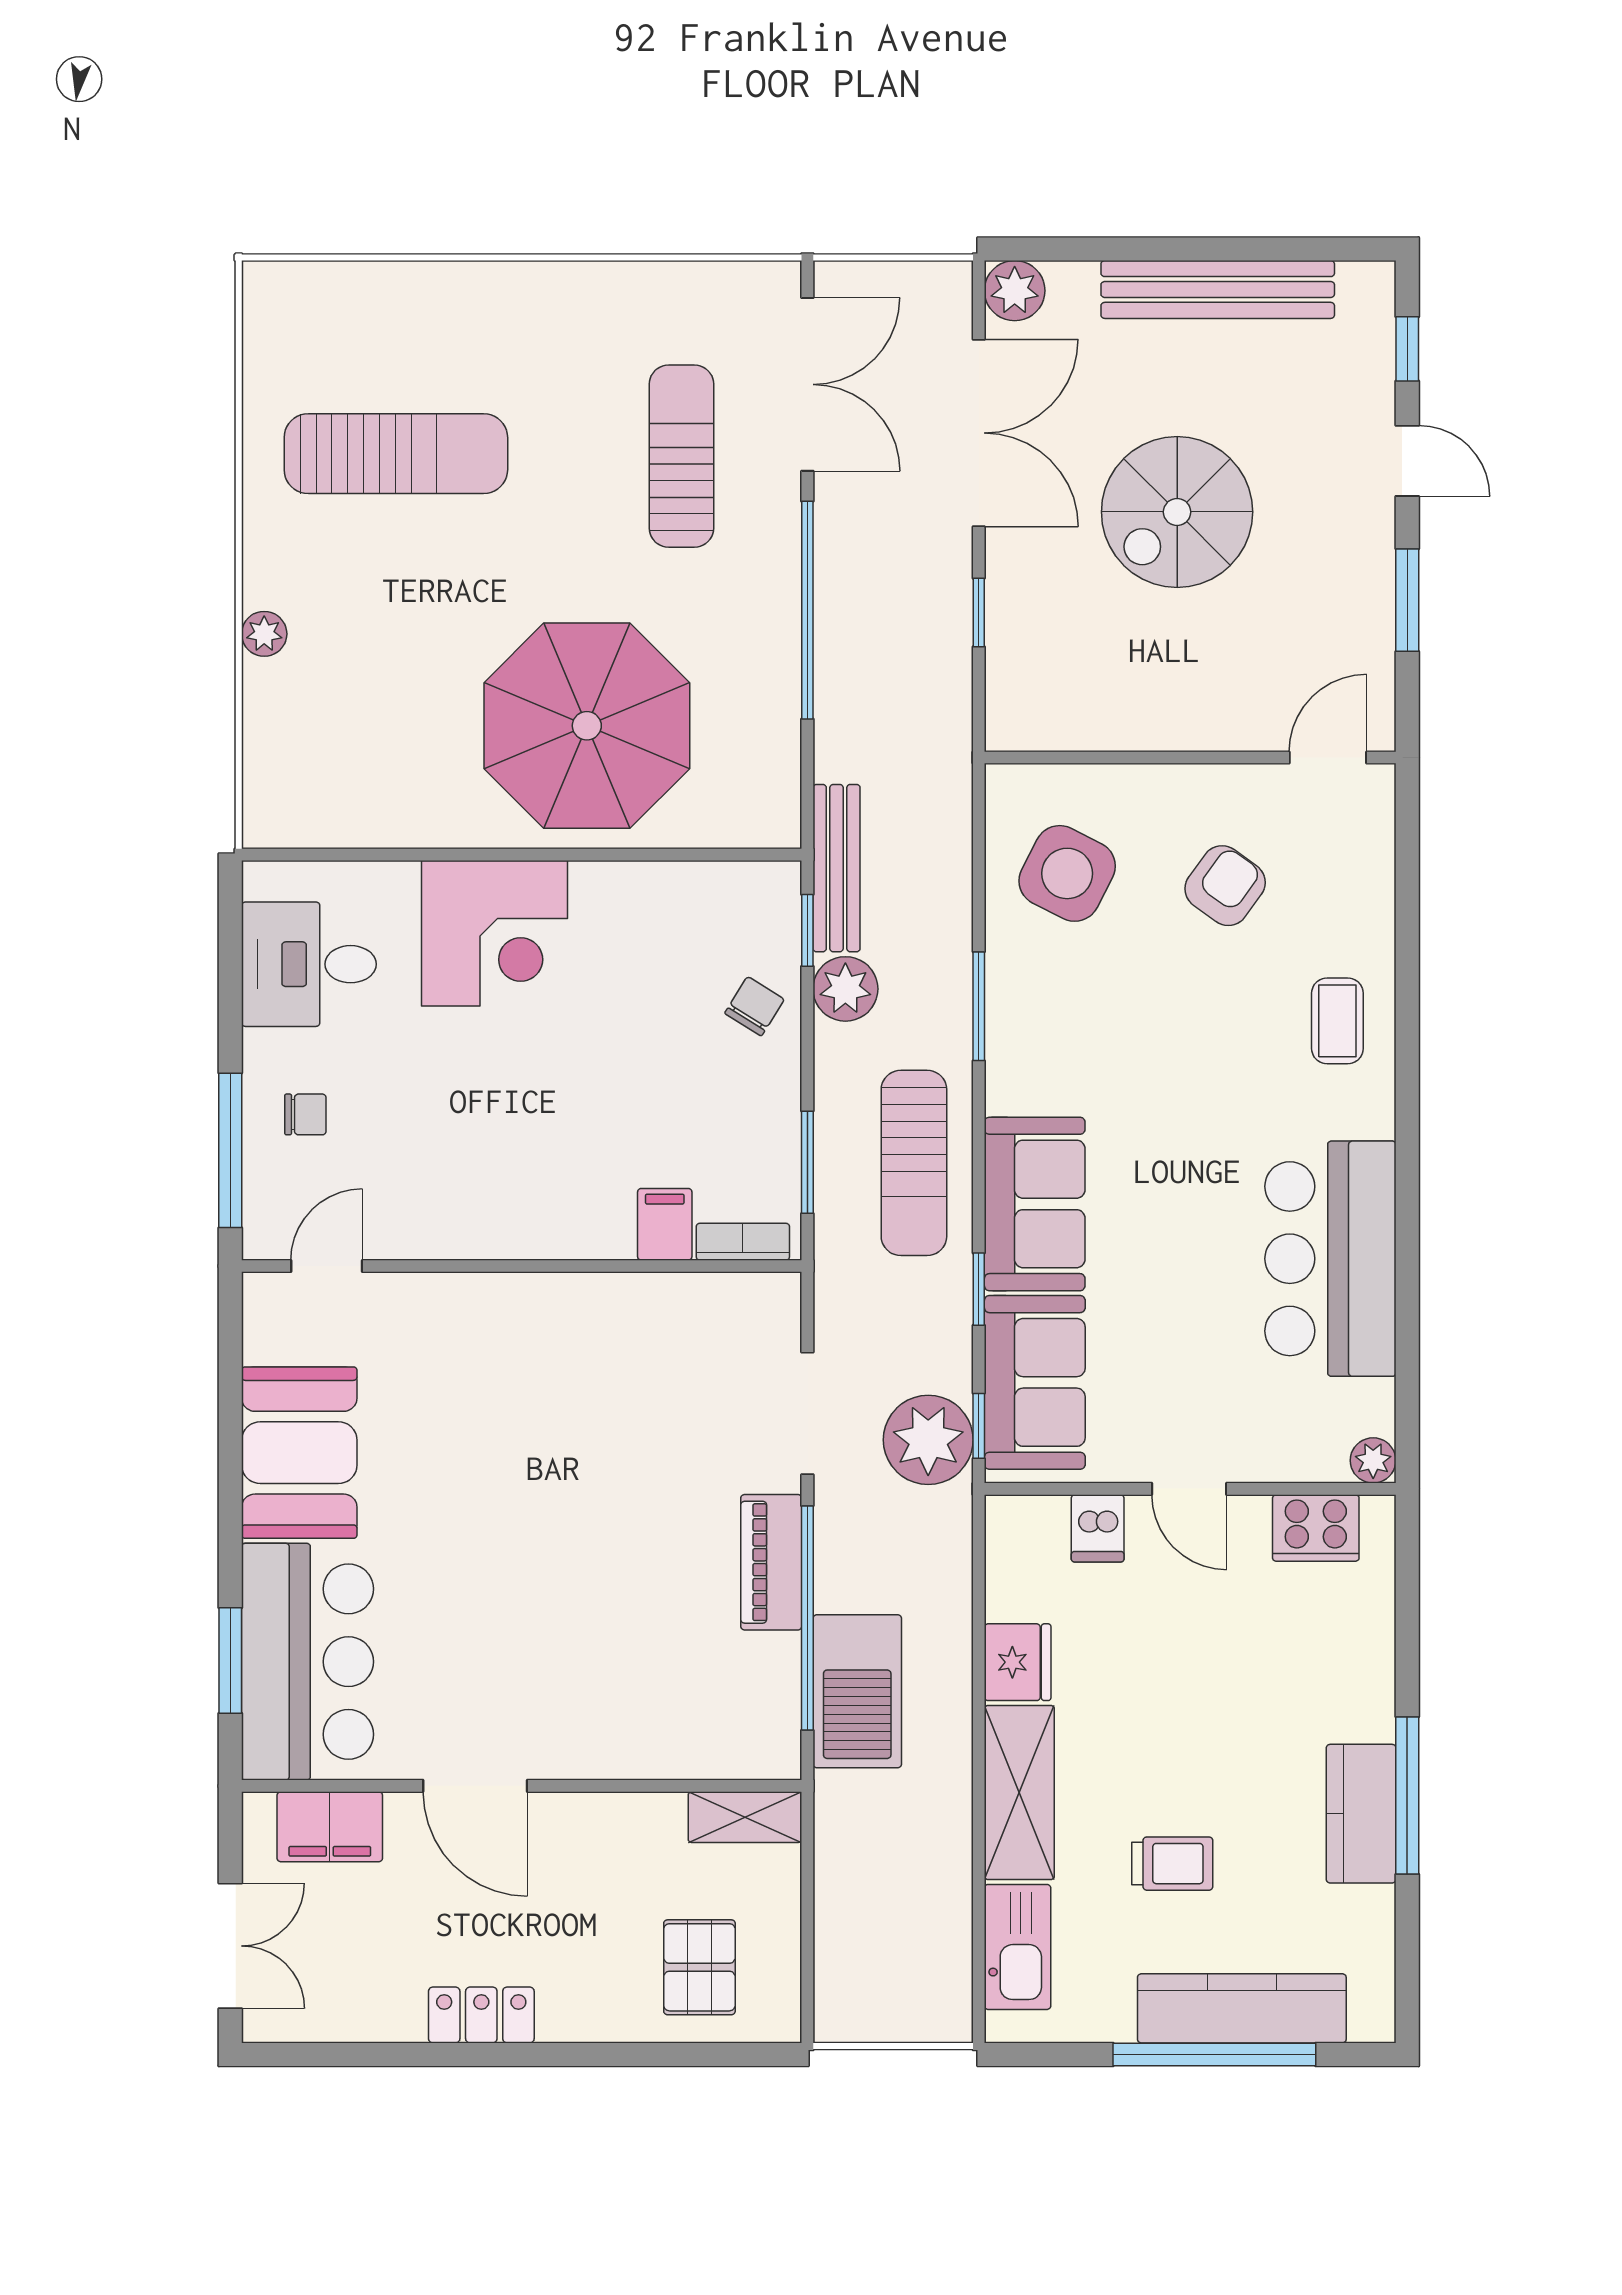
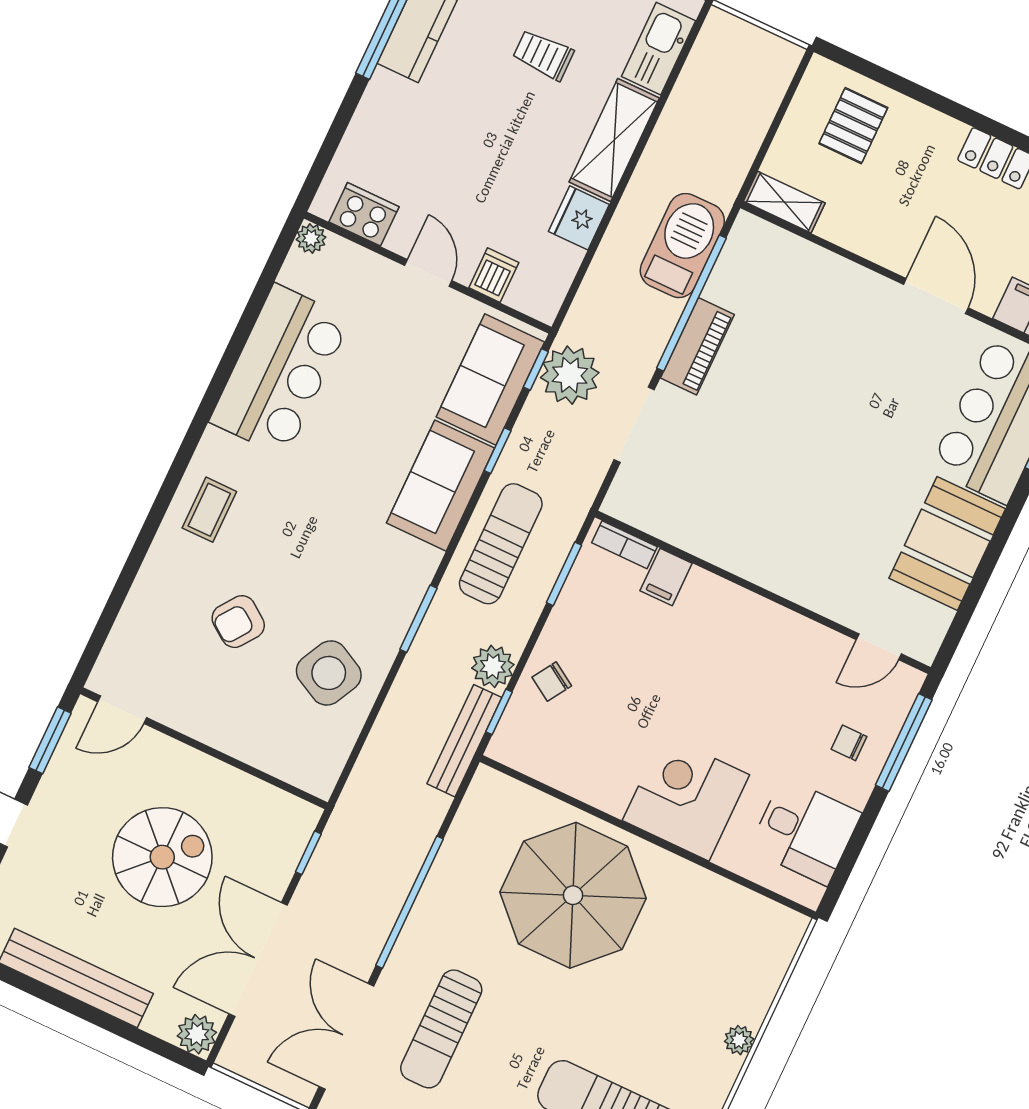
wall: (1190, 758) -> (204, 748), moved
door: (1328, 758) -> (122, 710), moved

